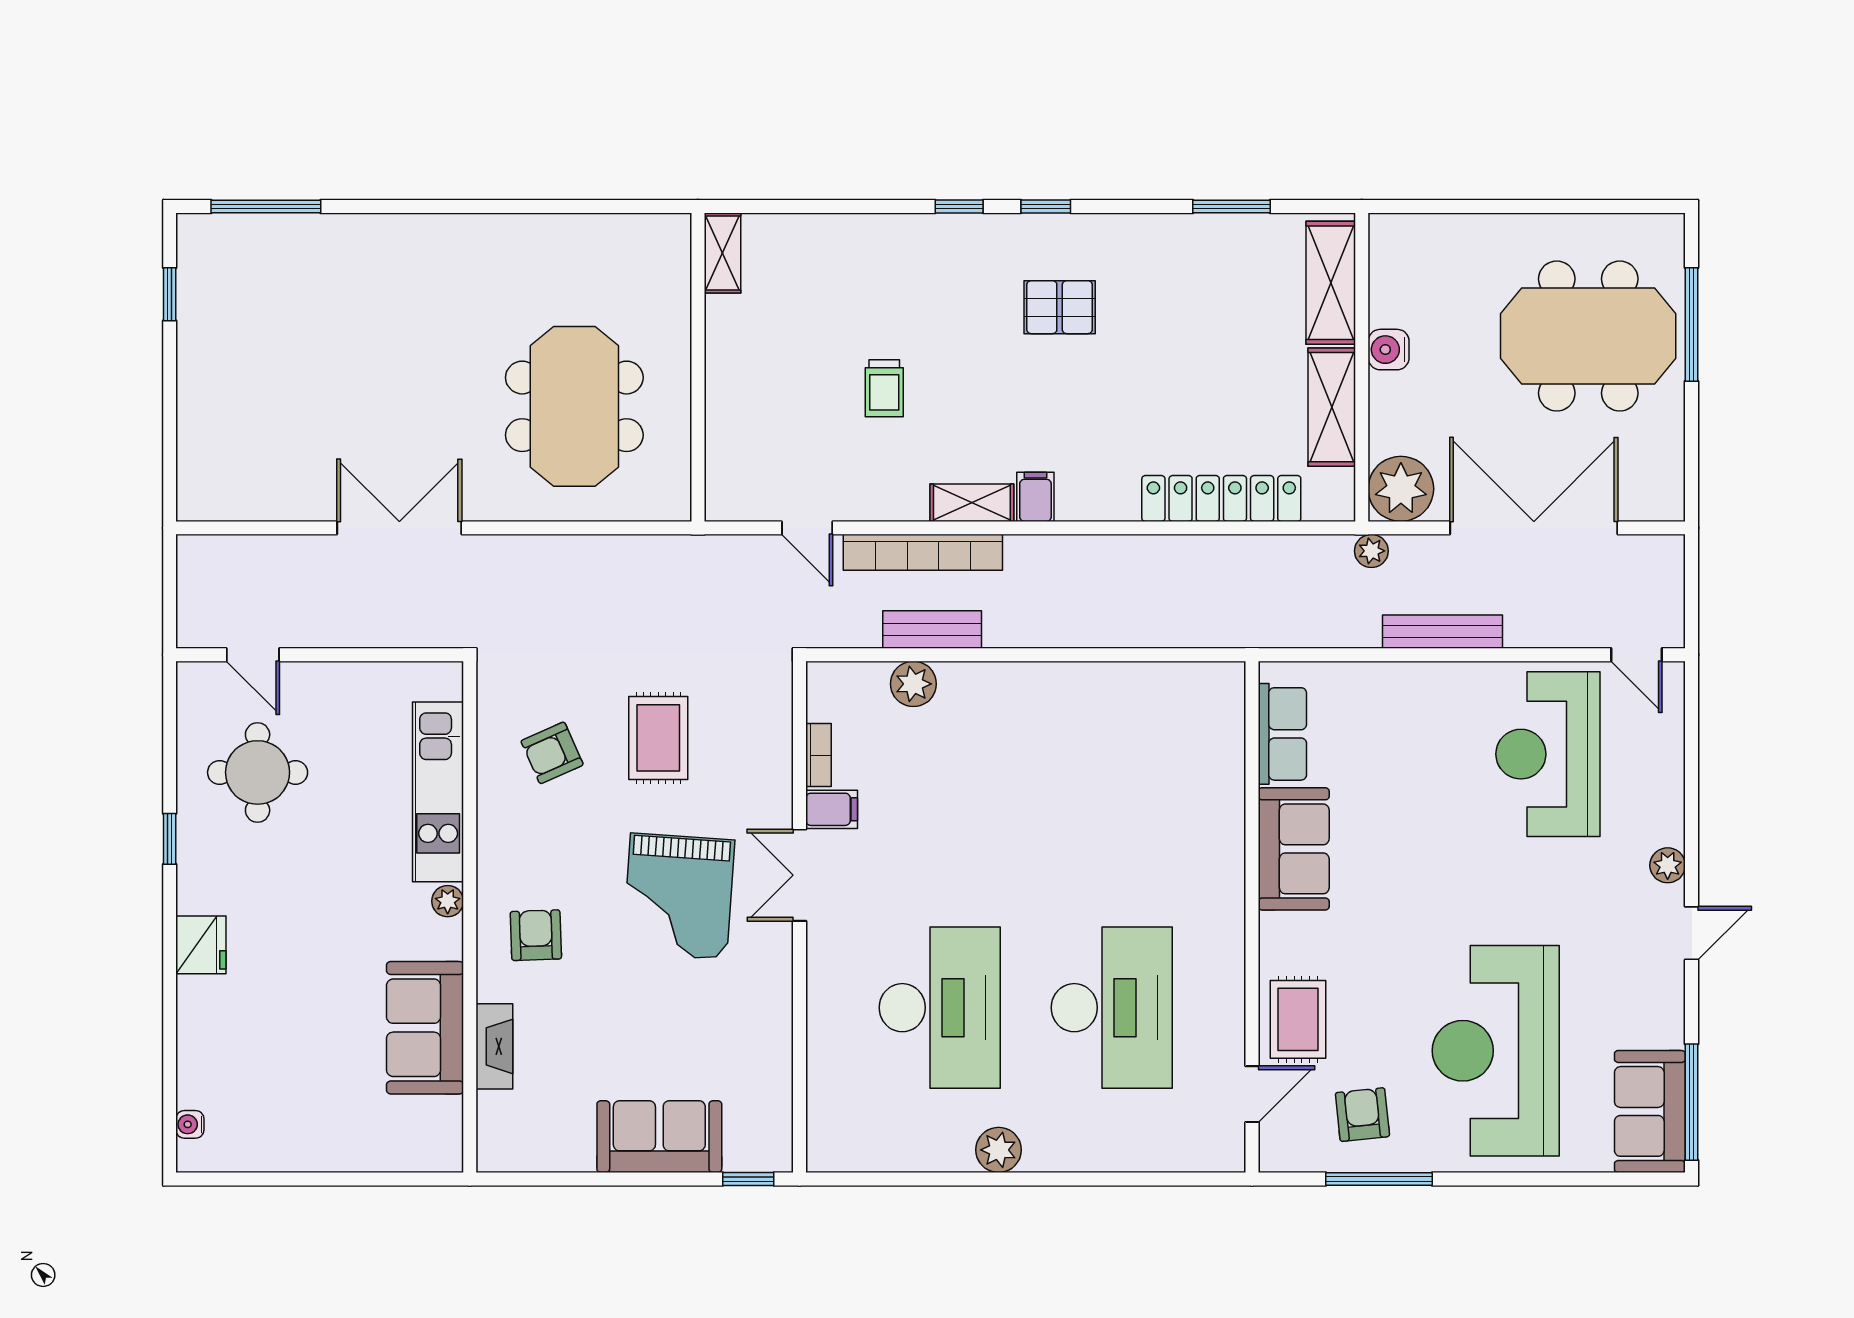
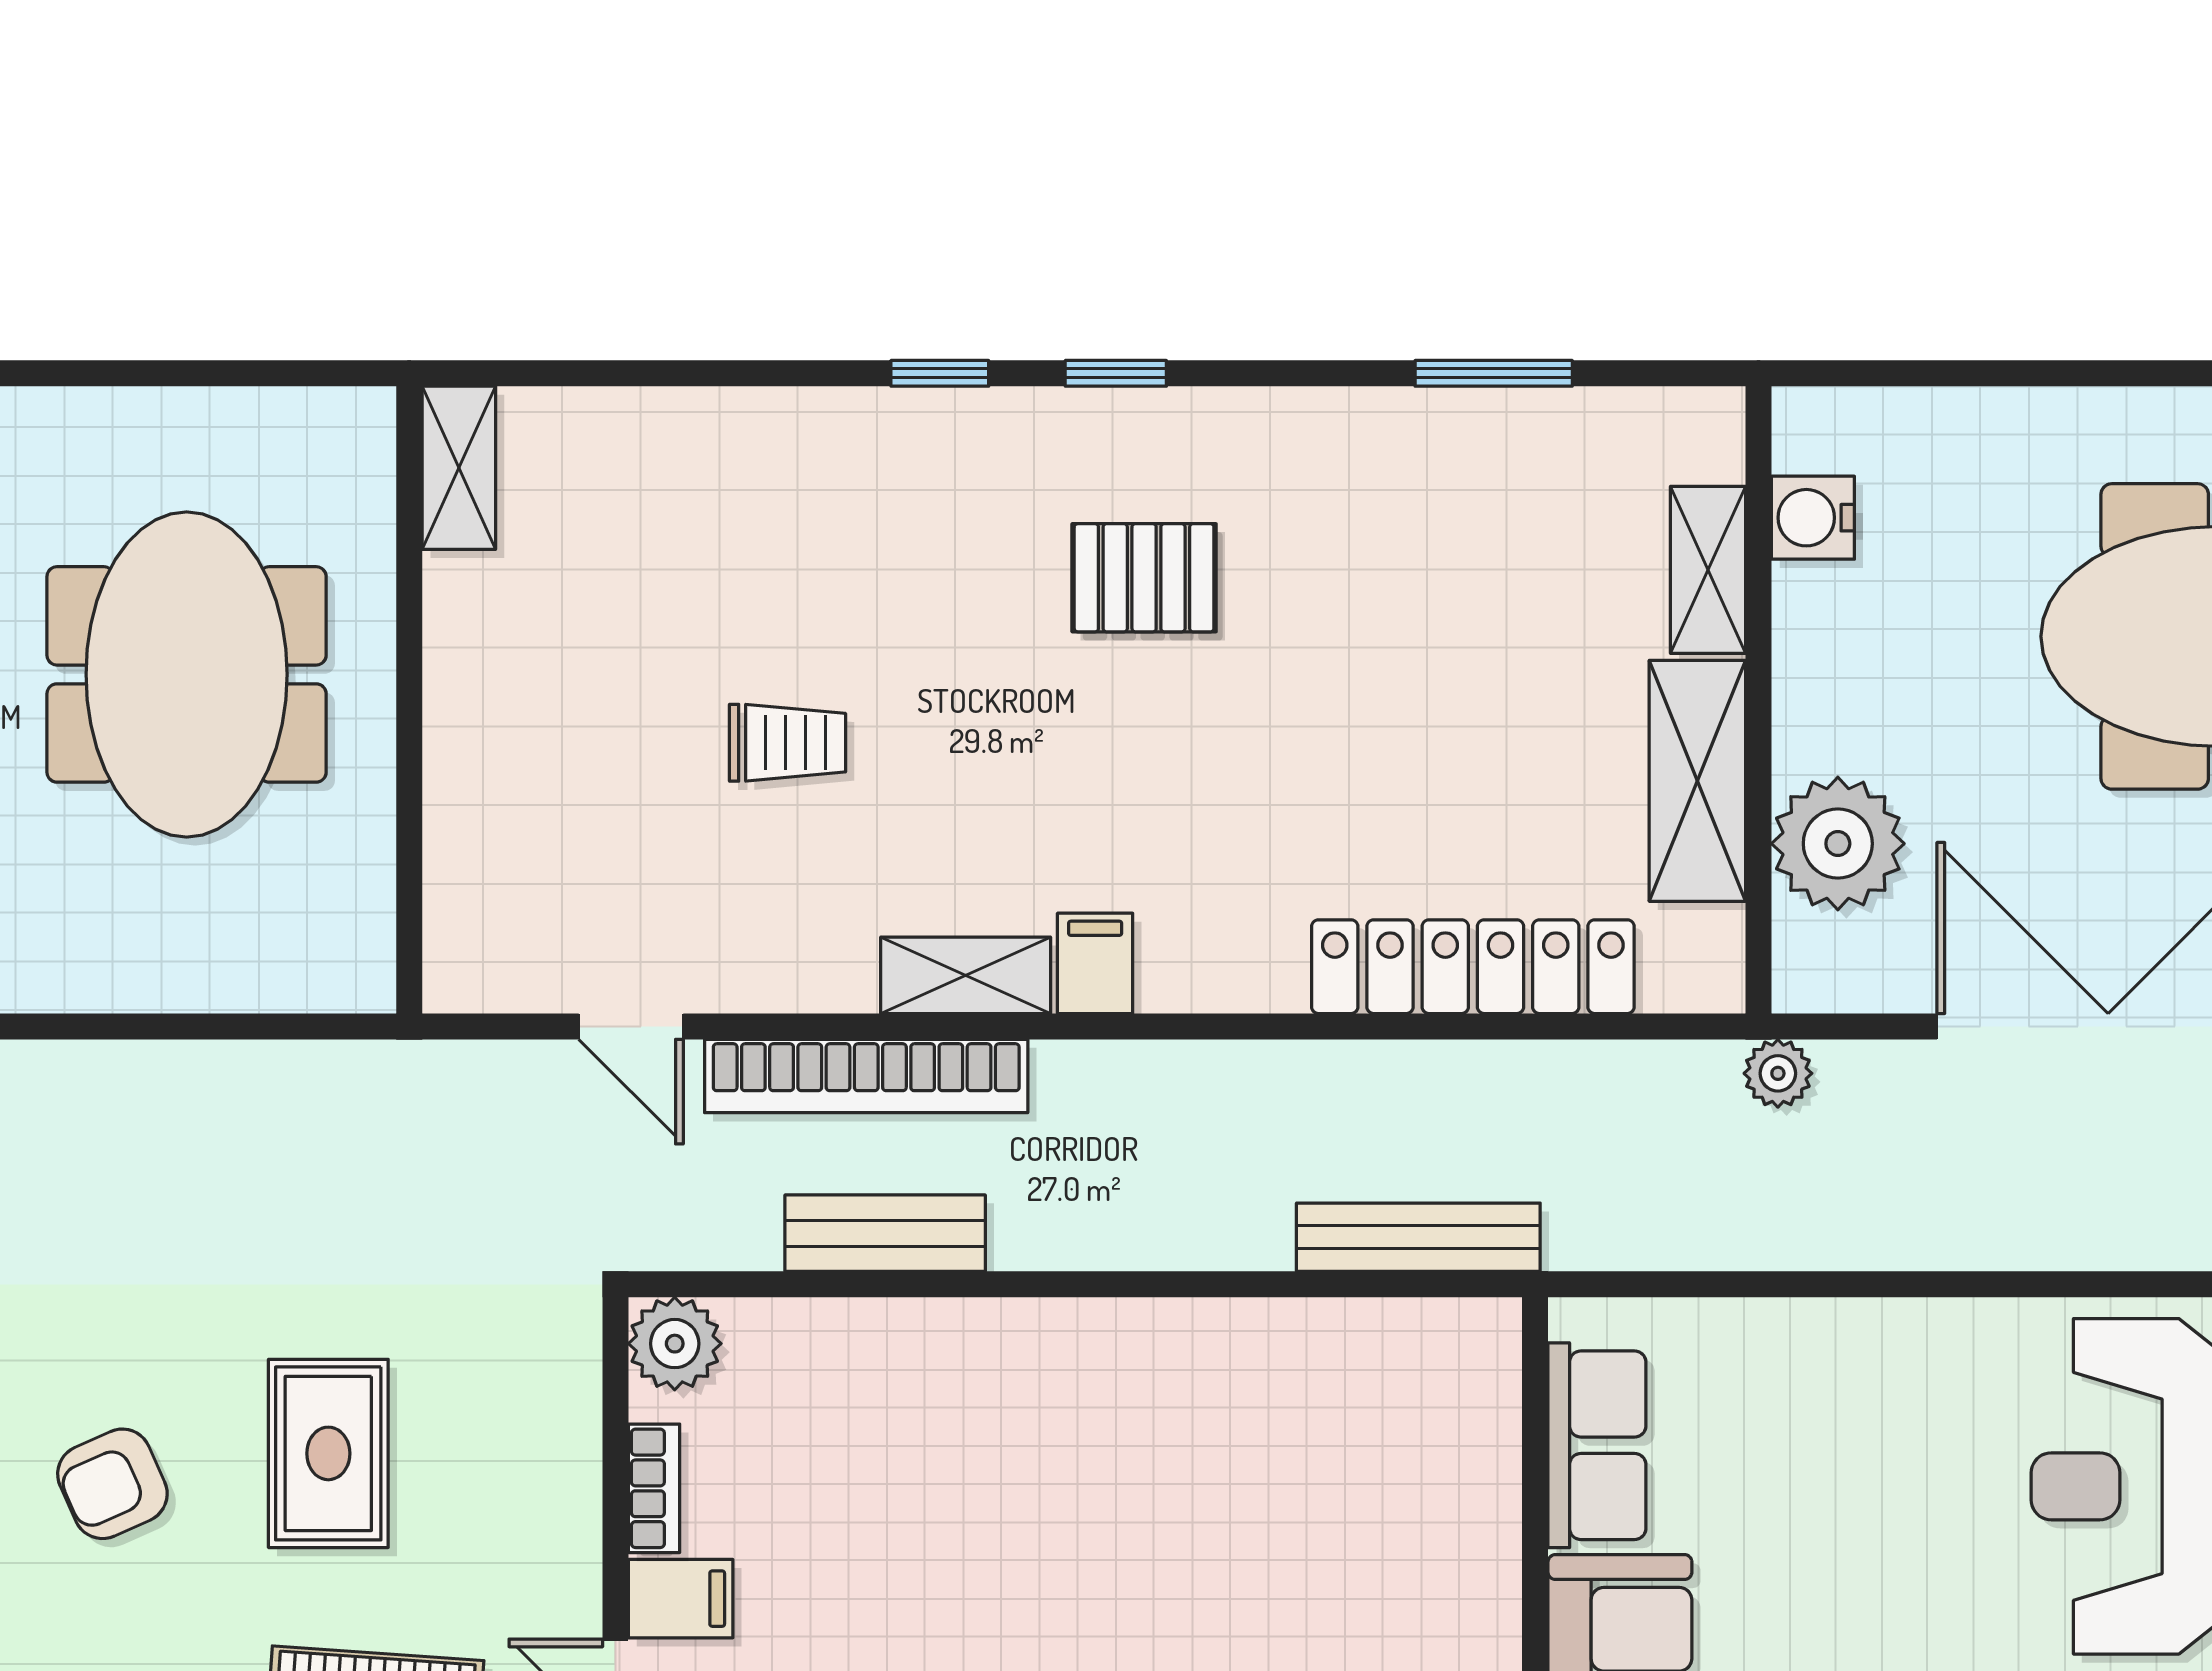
shelving: (1331, 283) -> (1708, 570), width x0.67, depth x0.75
water cooler: (1389, 350) -> (1813, 518), moved
trolley: (884, 388) -> (788, 743), turned -90
meeting table: (574, 406) -> (187, 674), moved
plant: (1401, 489) -> (1838, 844), moved
bench: (1443, 632) -> (1418, 1237), moved
plant: (913, 684) -> (675, 1344), moved

